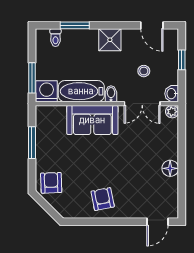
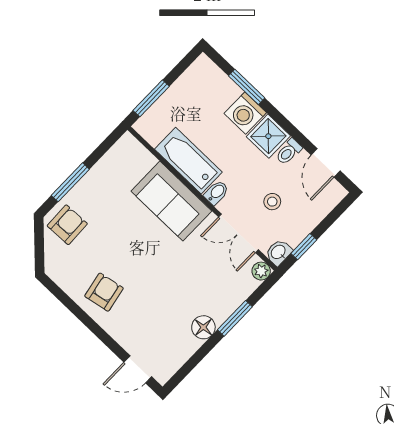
toilet: (55, 38) -> (289, 152), moved
window: (182, 60) -> (304, 247), moved
washing machine: (47, 91) -> (245, 113), moved, turned 180
window: (32, 143) -> (70, 182), moved
window: (182, 148) -> (235, 318), added

